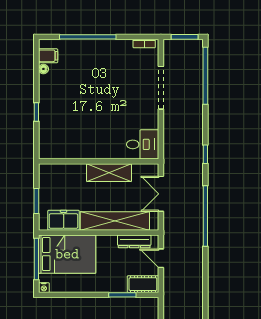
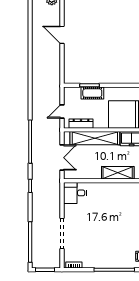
shelving: (109, 173) -> (118, 173), moved
door: (161, 258) -> (62, 112), swing flipped
cot: (143, 284) -> (92, 93), moved

